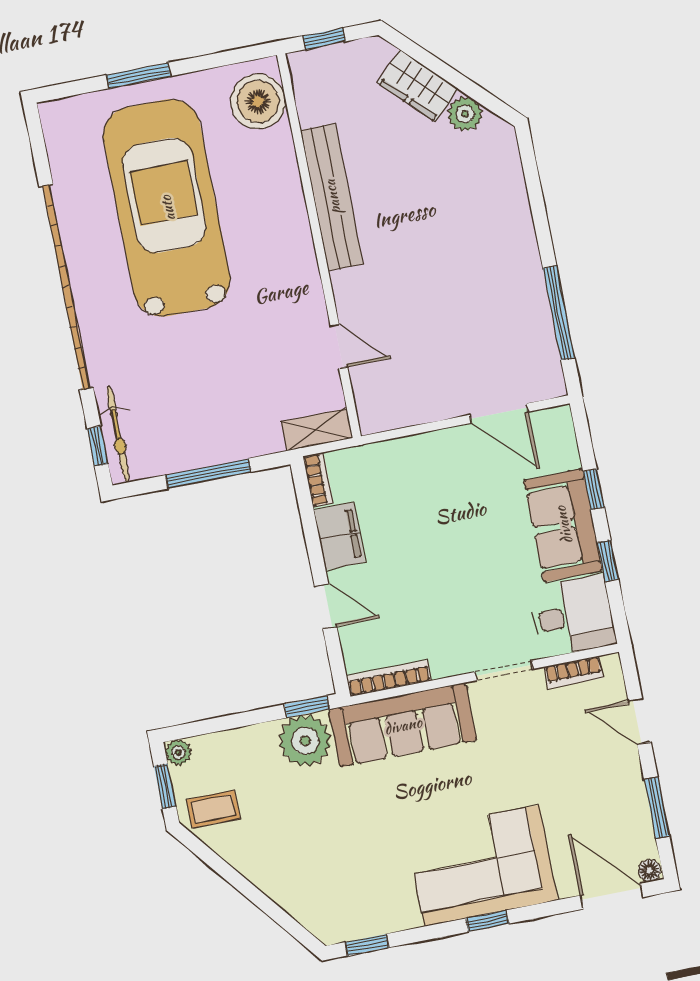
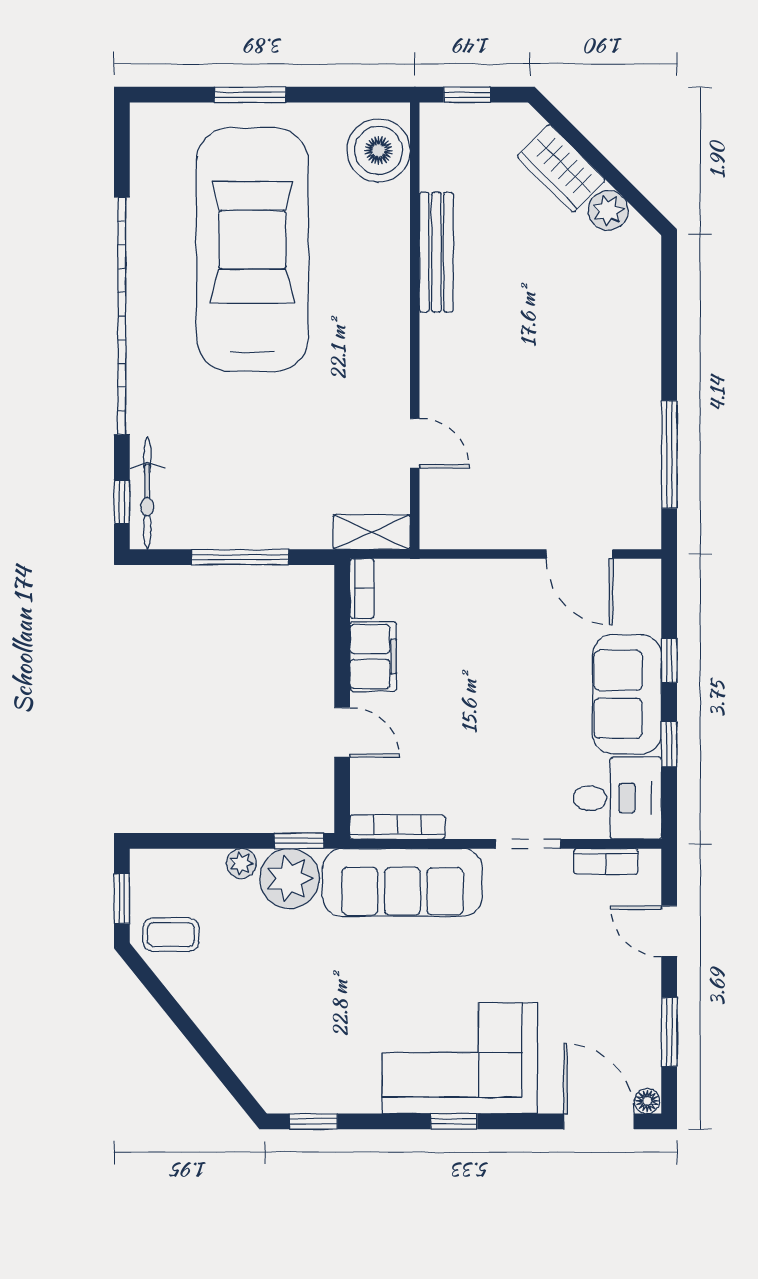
bench: (332, 197) -> (436, 252), width x0.73, depth x0.82
plant: (178, 752) -> (241, 863), moved

